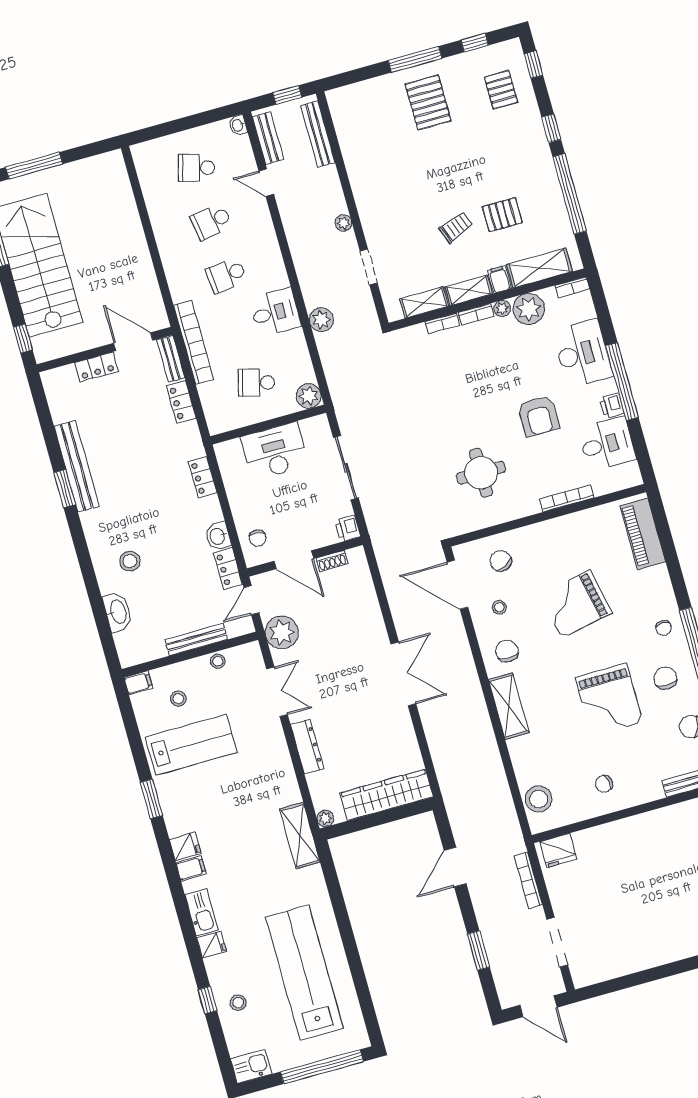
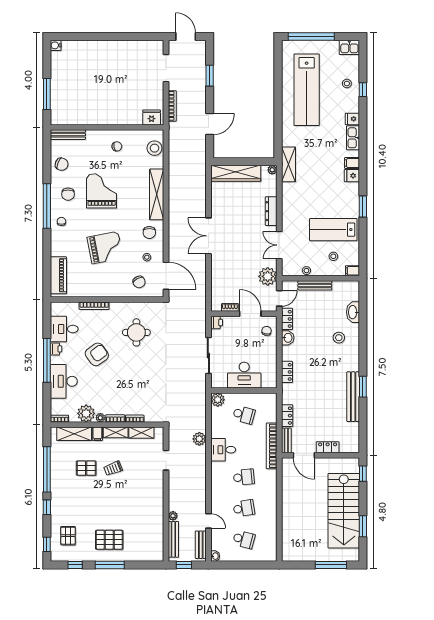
pallet: (428, 102) -> (109, 540), turned 90
plant: (343, 223) -> (173, 516), moved
armchair: (539, 416) -> (97, 354), turned 54
shelving: (509, 706) -> (157, 194), width x1.47

